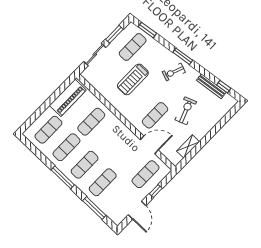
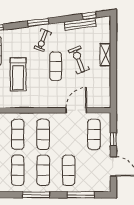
exercise mat: (155, 115) -> (56, 66), moved
exercise mat: (109, 139) -> (43, 134), added
shelving: (188, 146) -> (105, 55), moved

